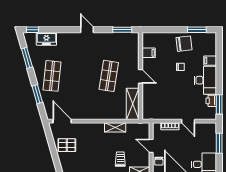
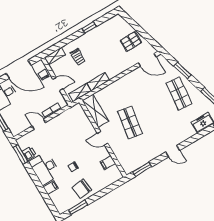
shelving: (137, 127) -> (80, 93), added

